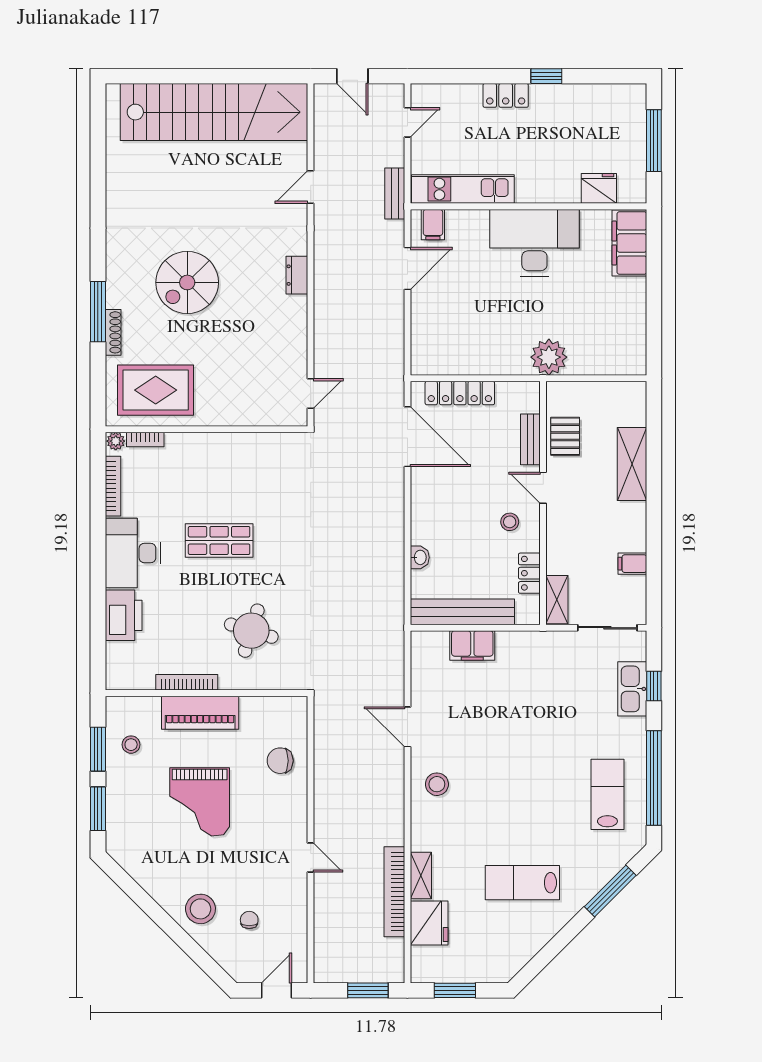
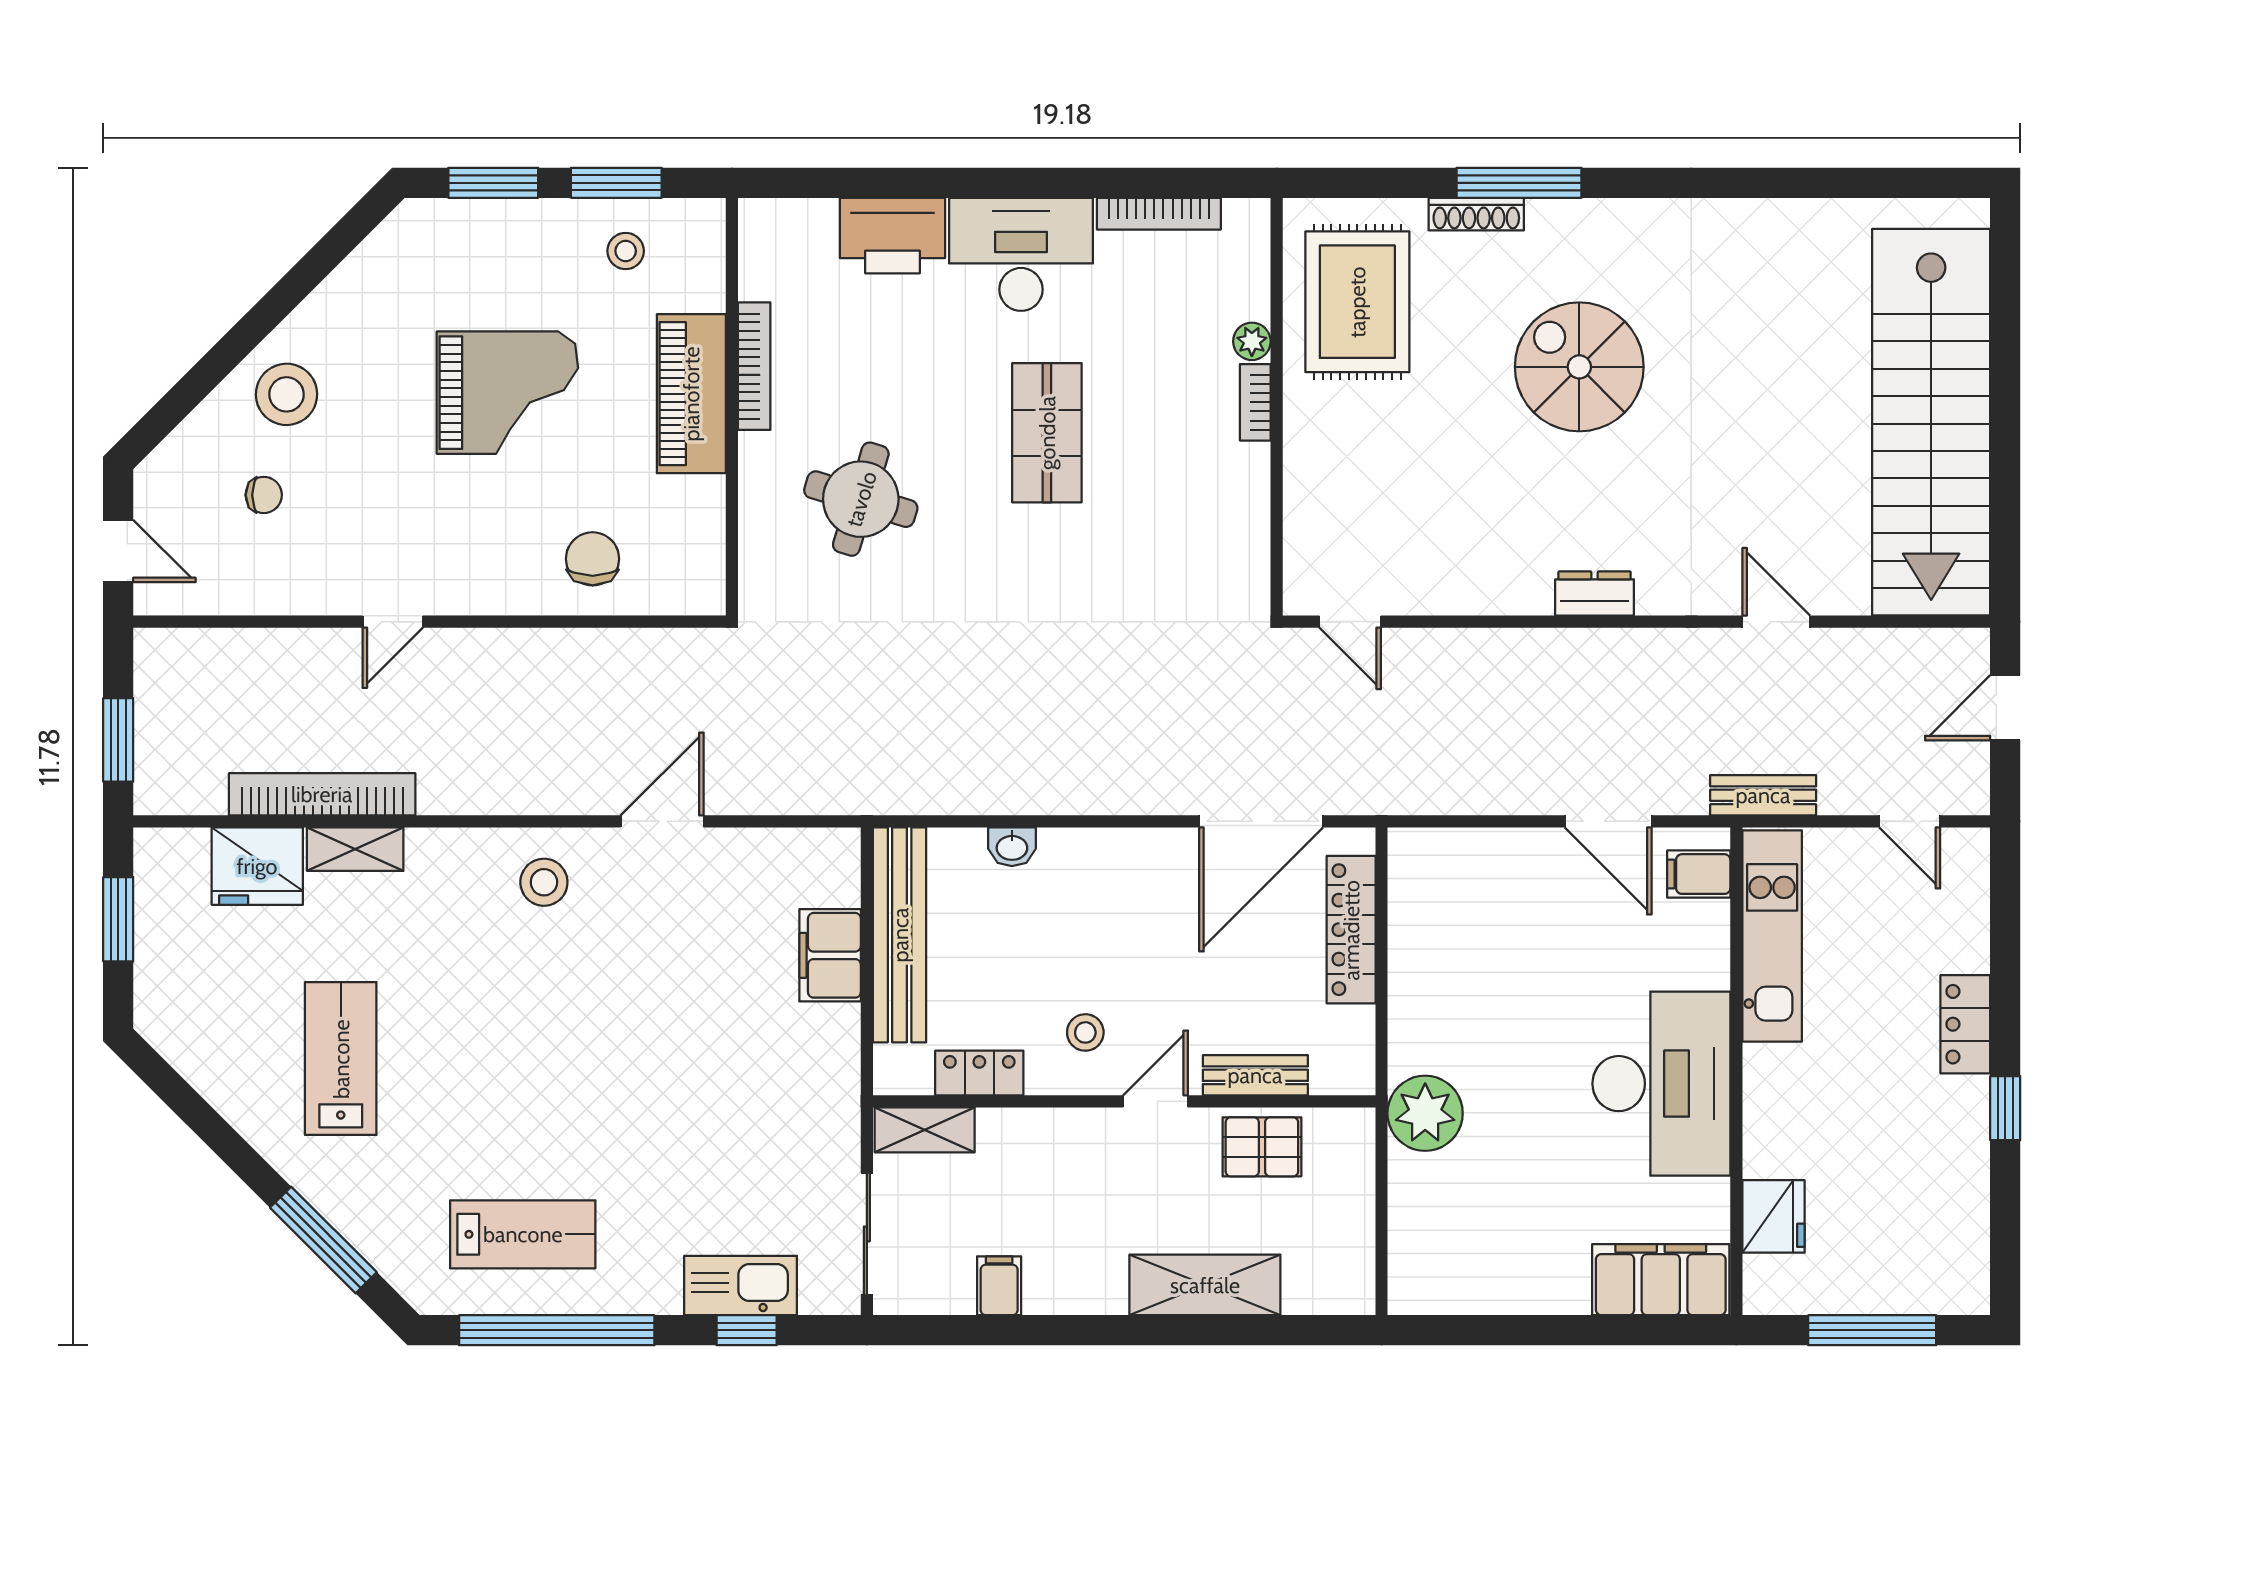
bookcase: (145, 439) -> (1255, 402), moved
plant: (116, 441) -> (1252, 341), moved
grand piano: (200, 802) -> (507, 393), turned 180

